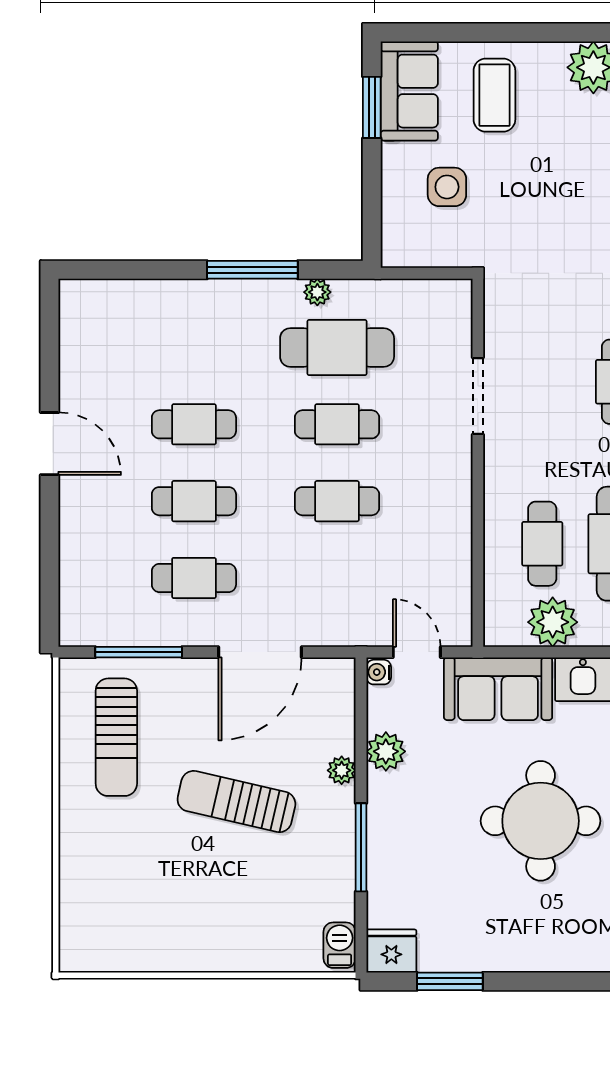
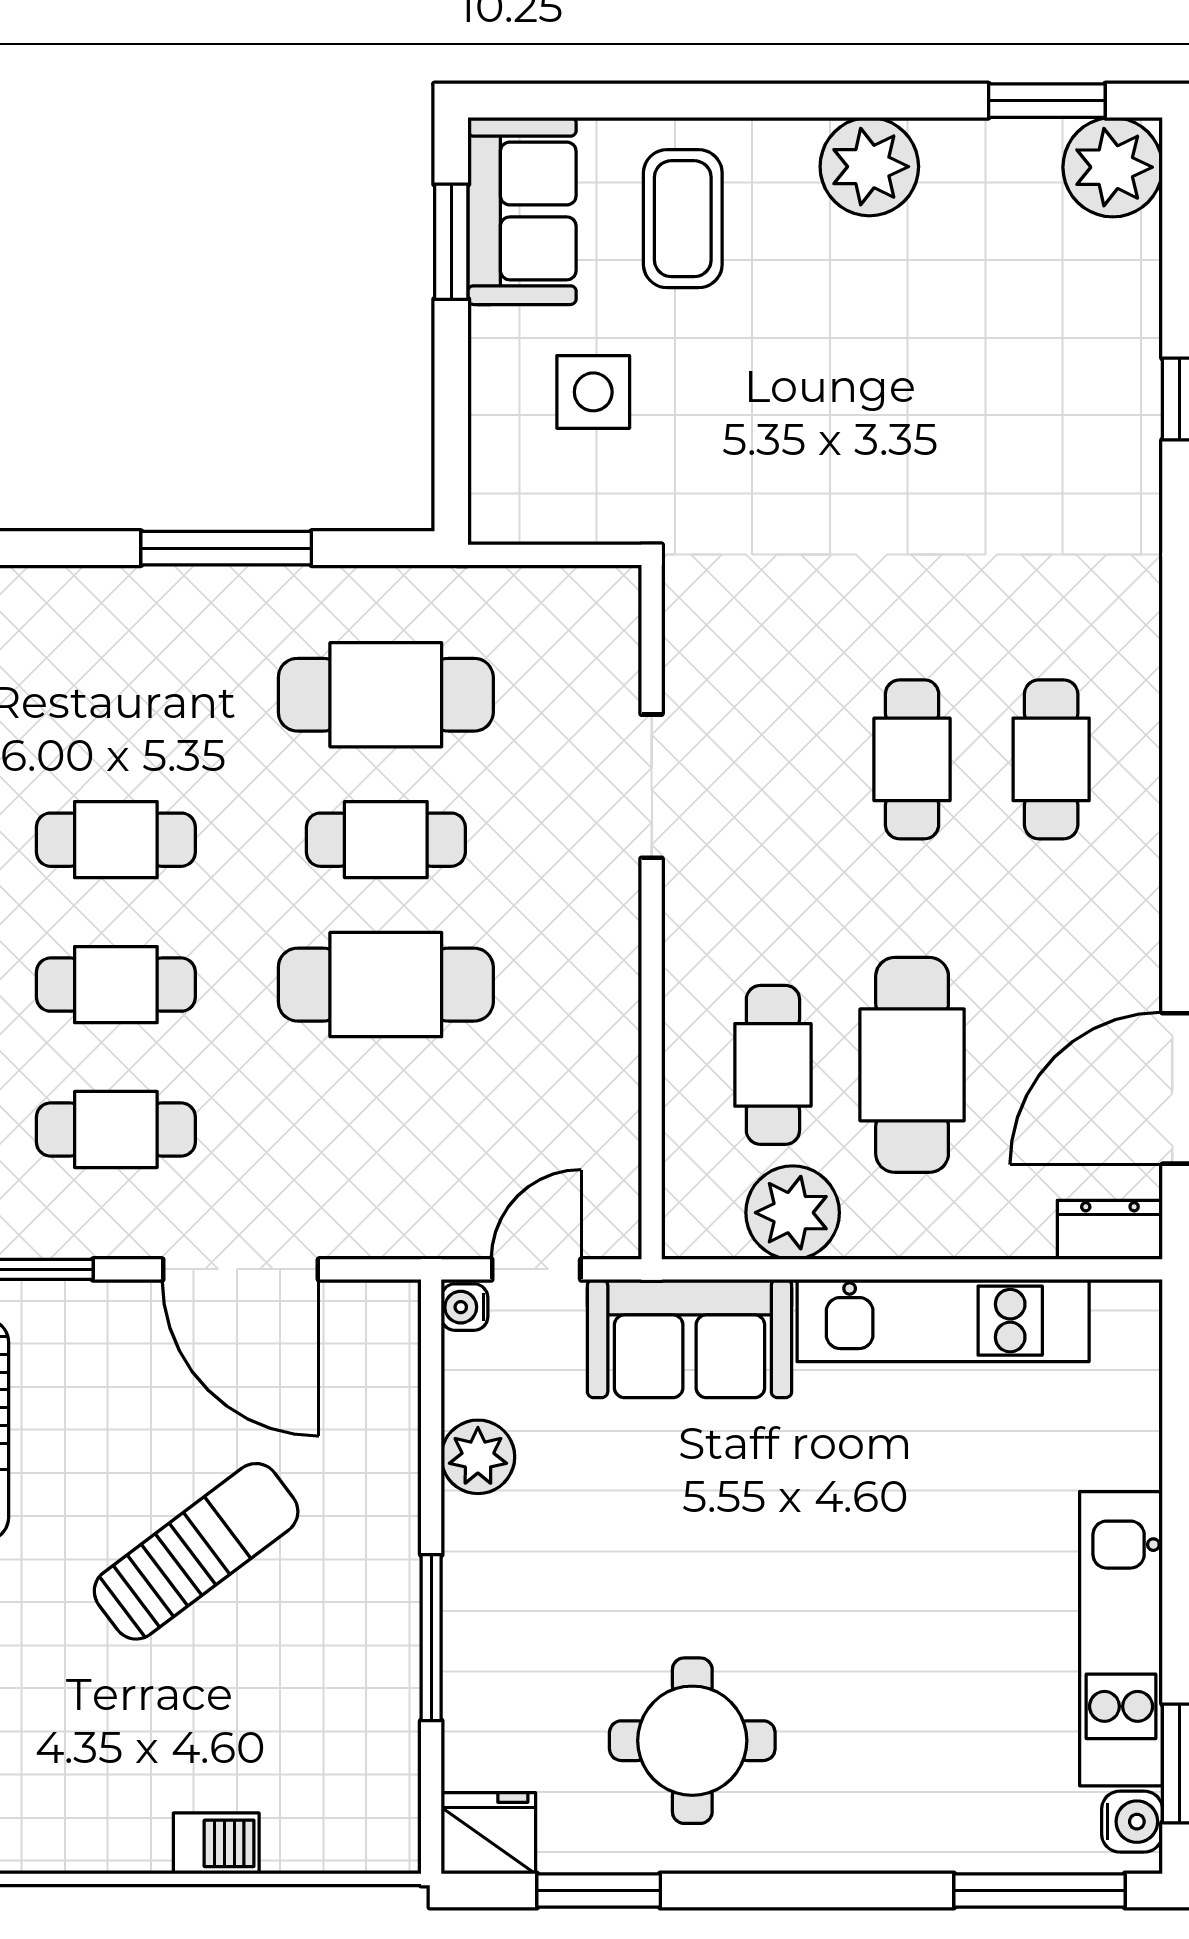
plant: (317, 292) -> (349, 590), removed
cafe table: (337, 501) -> (386, 985), width x1.37, depth x1.35
door: (260, 652) -> (241, 1269), hinge flipped
door: (417, 652) -> (536, 1269), hinge flipped
plant: (342, 770) -> (394, 1492), removed
sun lounger: (236, 802) -> (196, 1551), turned 130
round table: (541, 821) -> (692, 1741), moved, width x0.73, depth x0.73
barbecue: (340, 945) -> (216, 1843), moved, turned 90

